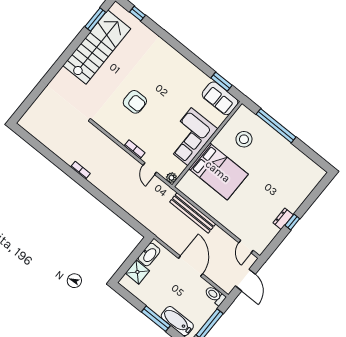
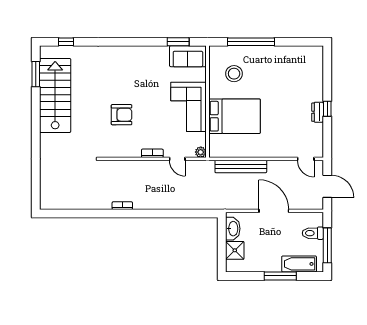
toilet: (215, 295) -> (313, 233), moved

